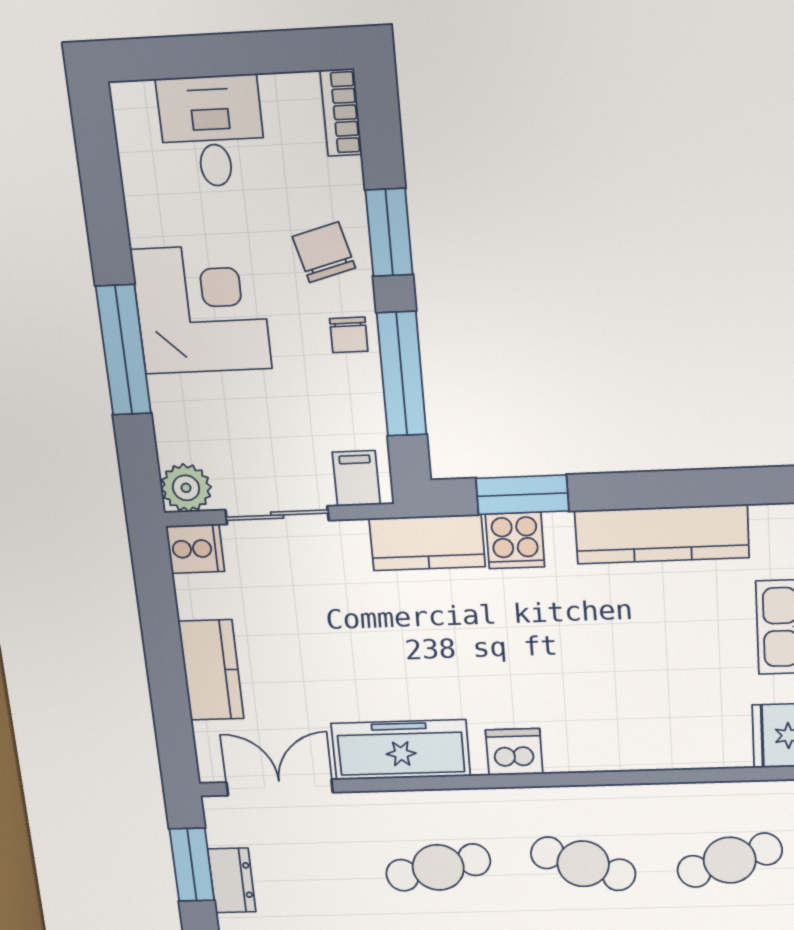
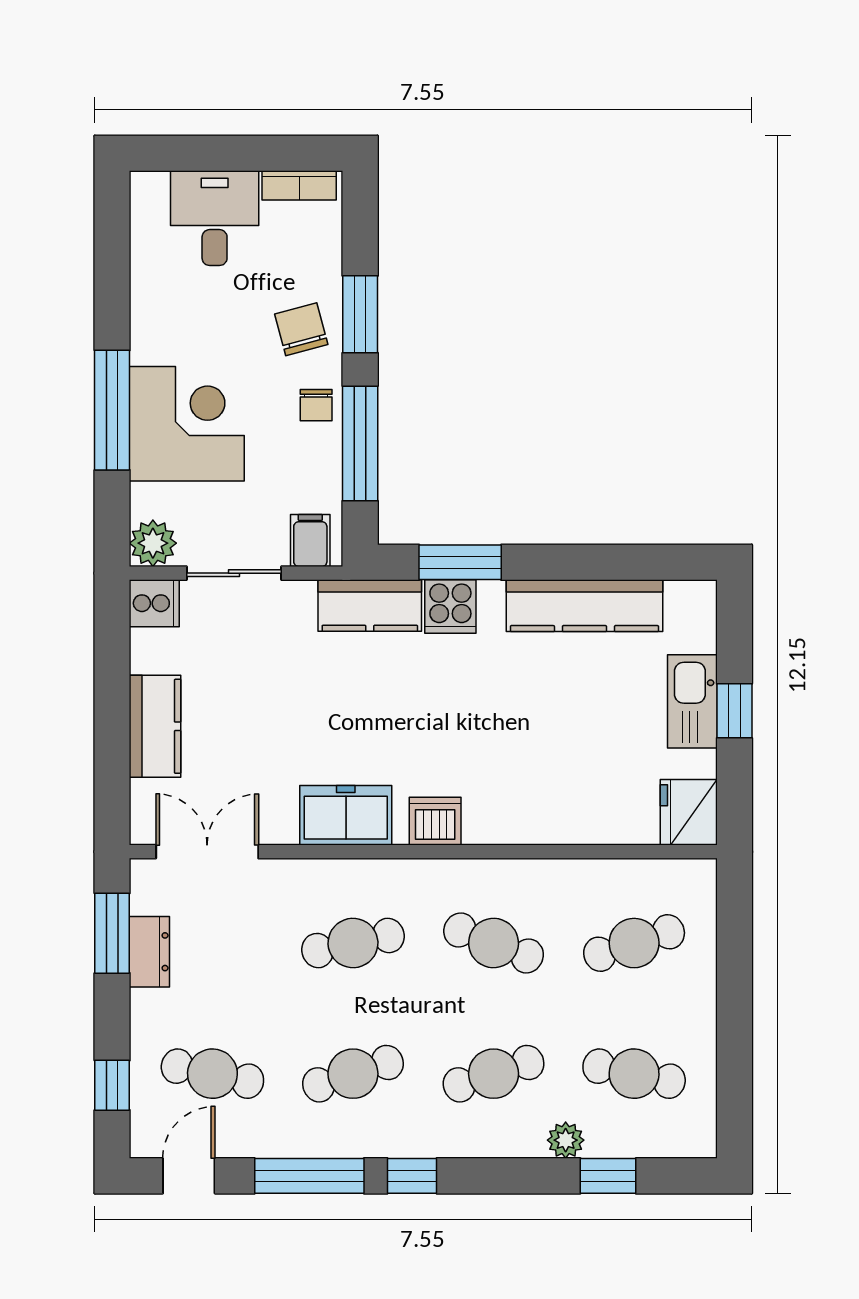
bookcase: (341, 113) -> (299, 185), moved, turned -90
corner desk: (201, 309) -> (187, 424), moved
freezer: (401, 750) -> (346, 815), width x0.71

